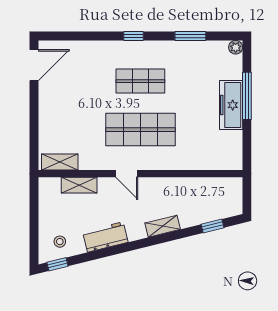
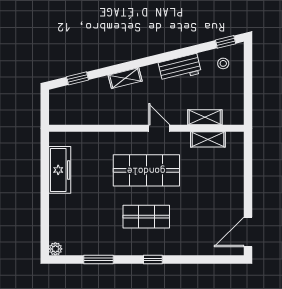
window: (247, 96) -> (45, 203), removed
freezer: (231, 105) -> (60, 170), moved
shelving: (60, 162) -> (208, 139), moved

